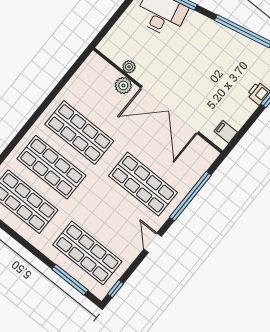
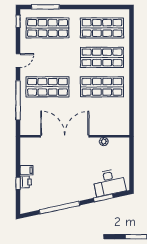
plant: (123, 85) -> (99, 130), removed
filing cabinet: (226, 132) -> (27, 170), moved
door: (153, 243) -> (18, 61), hinge flipped

